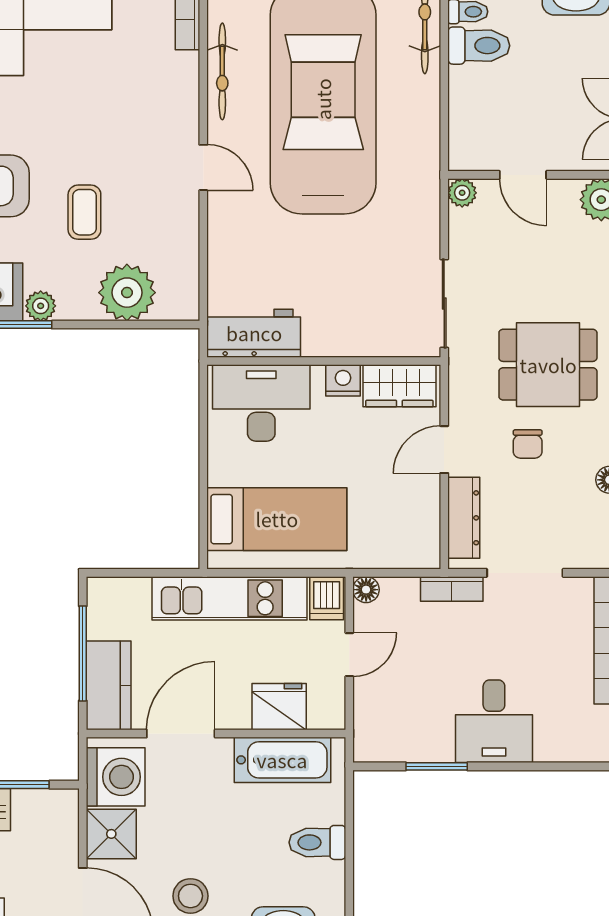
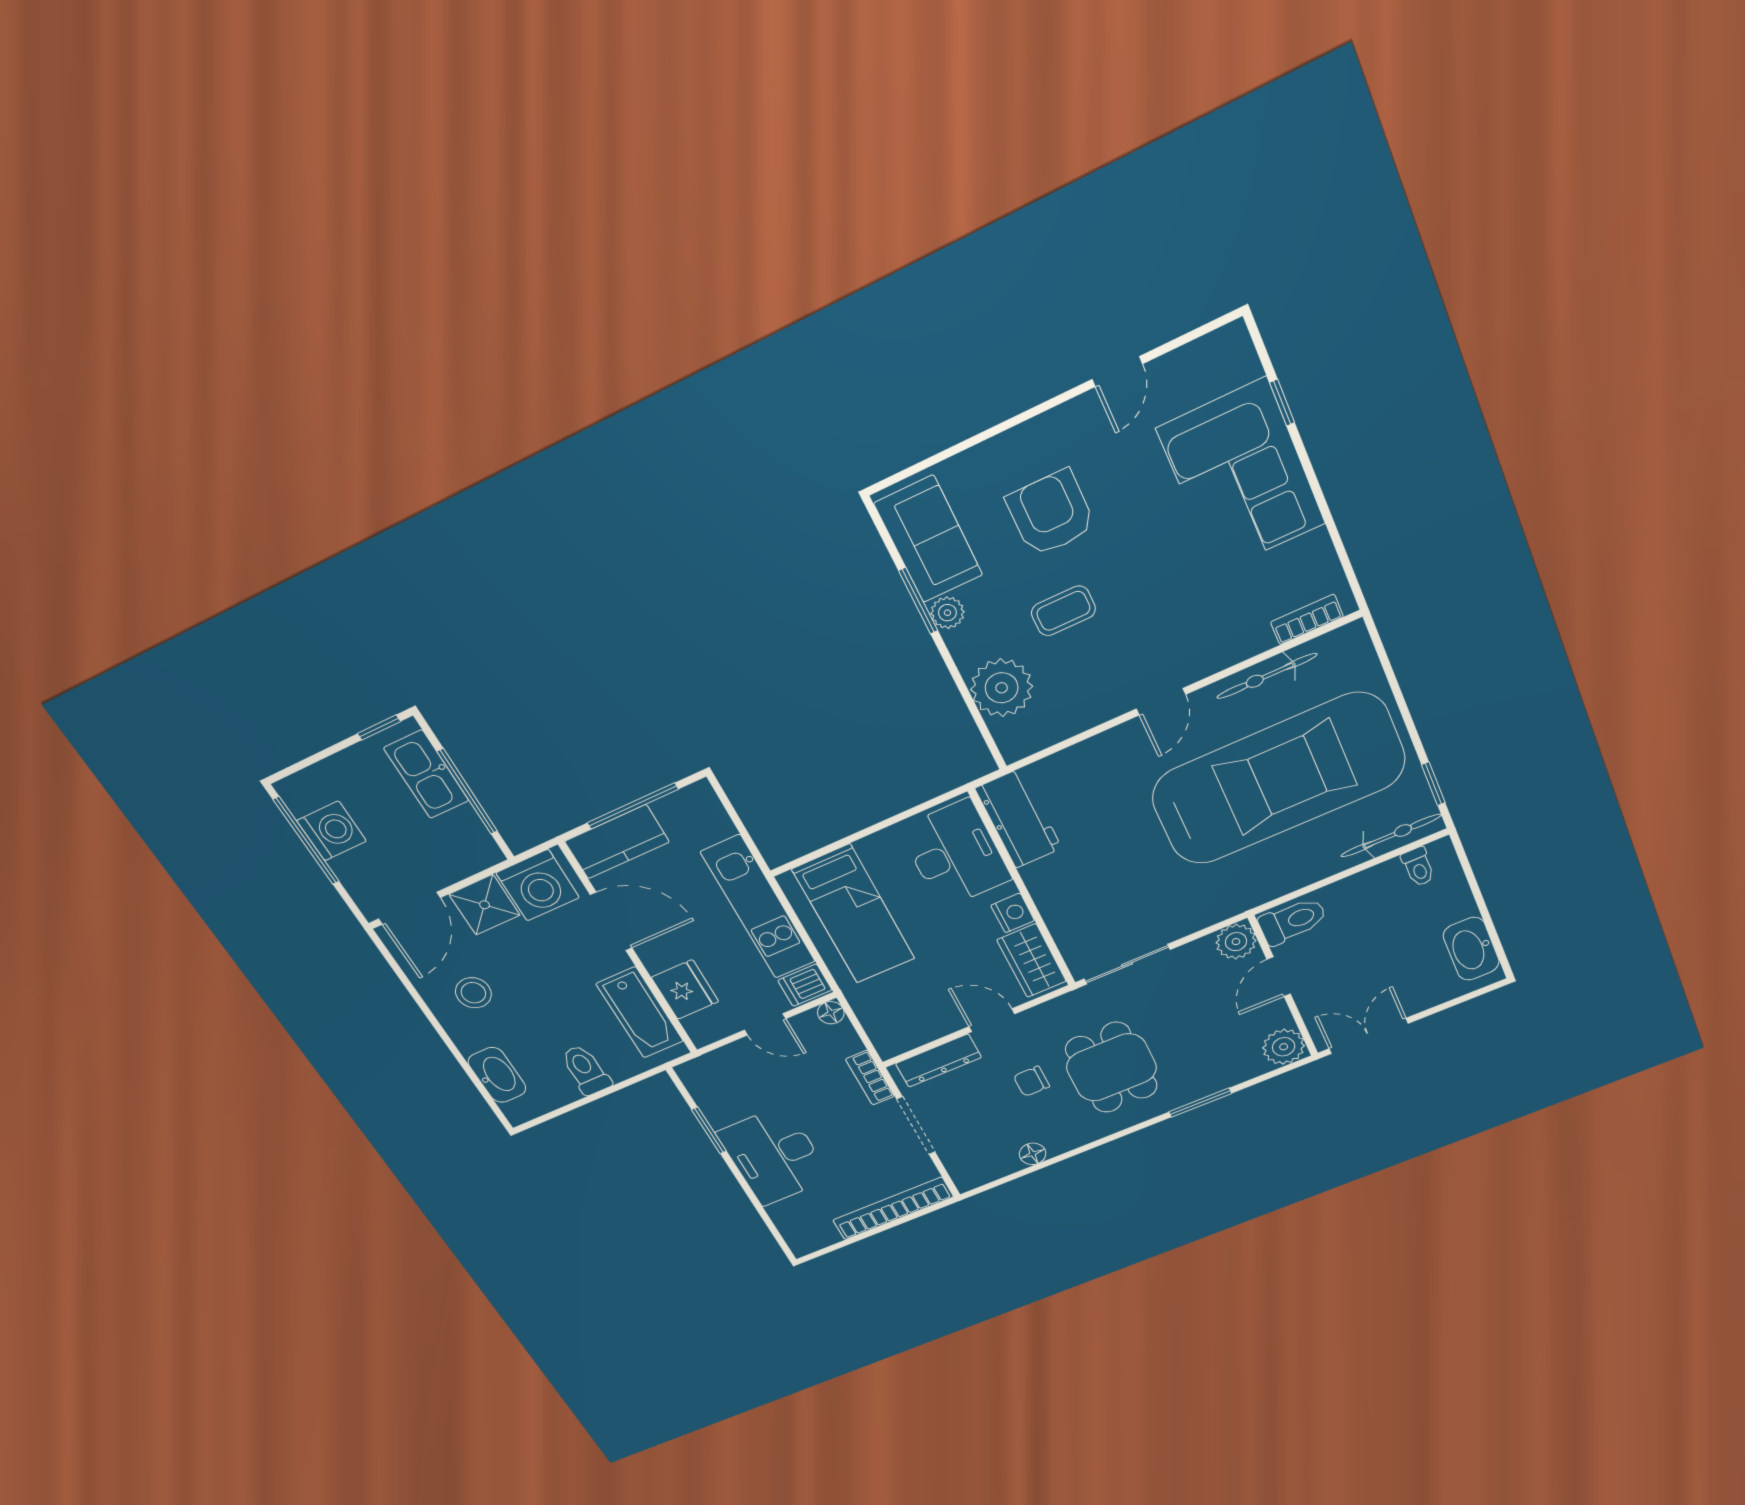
toilet: (479, 46) -> (1293, 921), moved, turned -90
plant: (462, 193) -> (1236, 942), width x1.38, depth x1.38
desk: (494, 721) -> (774, 1156), width x1.37

